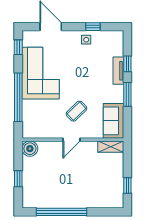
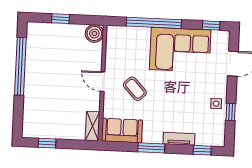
window: (127, 64) -> (202, 150), moved

